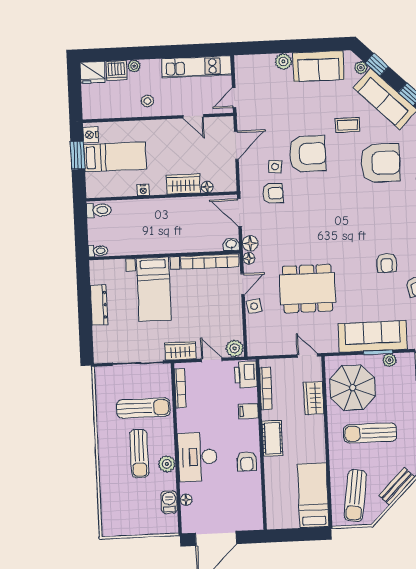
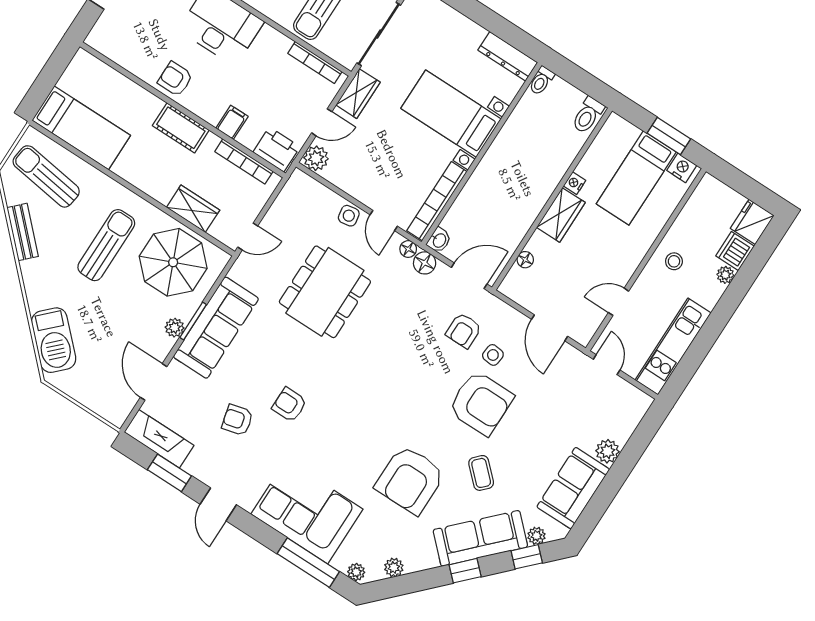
coffee table: (347, 125) -> (481, 473), turned -46
armchair: (308, 154) -> (481, 403), turned -90
wardrobe: (183, 184) -> (561, 215), moved
dresser: (99, 305) -> (508, 56), moved

